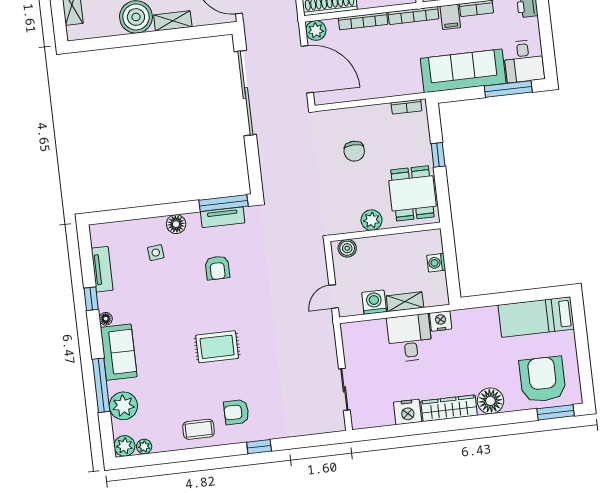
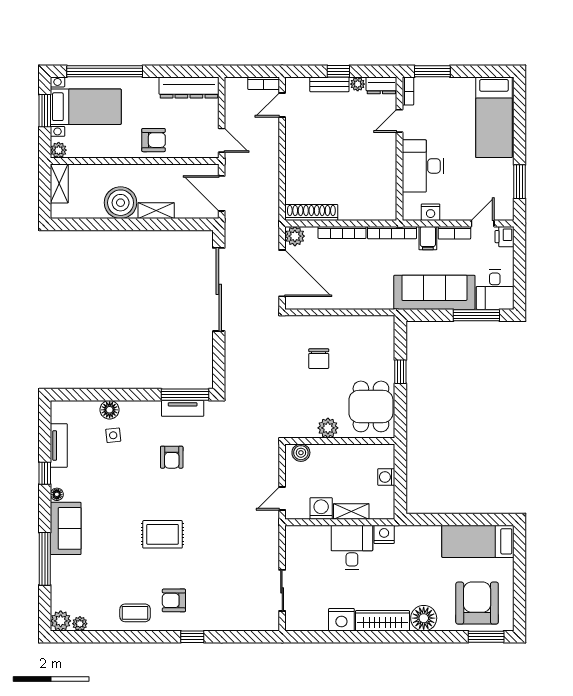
bookcase: (406, 107) -> (375, 321), removed
floor lamp: (176, 224) -> (110, 410), moved
plant: (123, 406) -> (64, 582), removed

